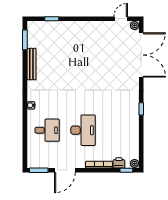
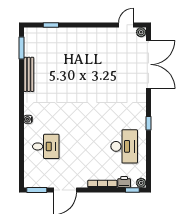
desk: (83, 130) -> (124, 146), moved

